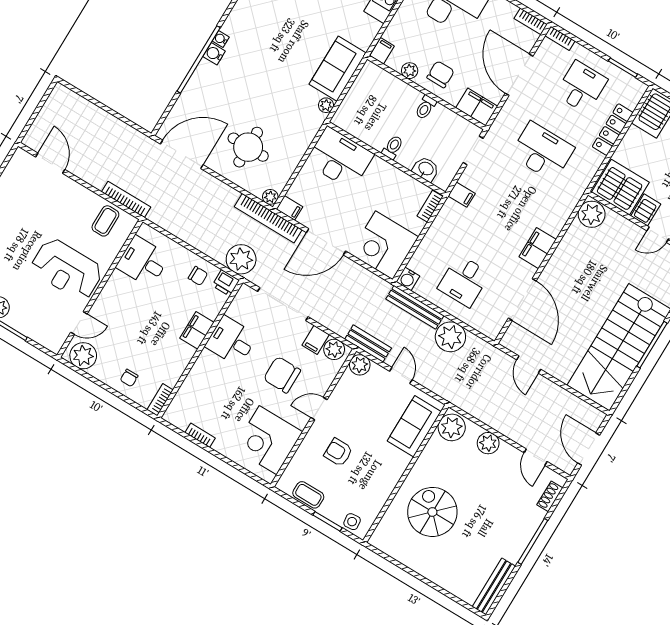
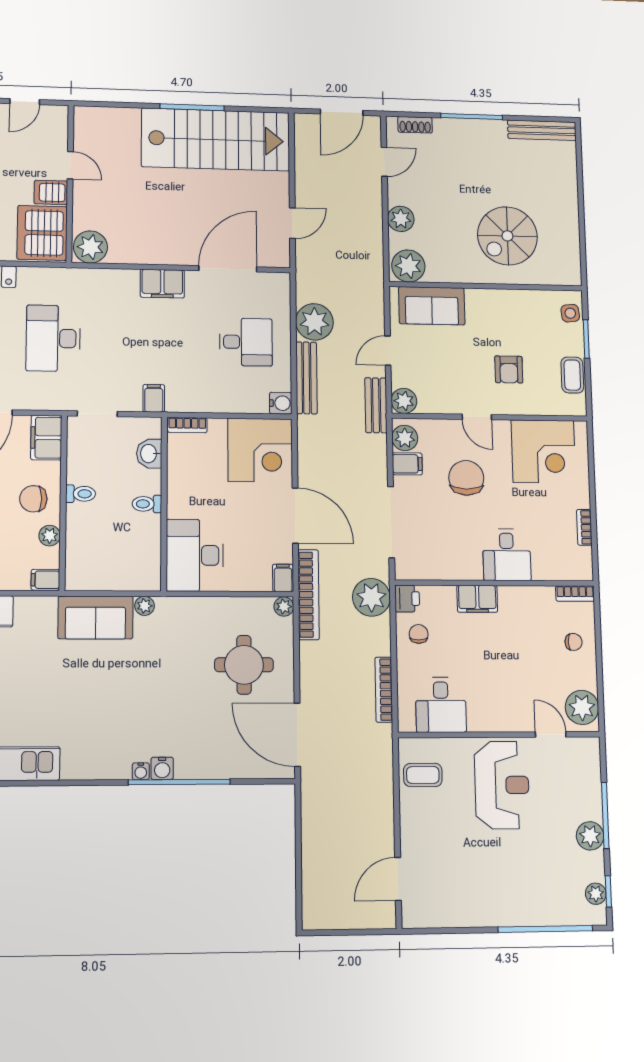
bookcase: (126, 199) -> (384, 690), moved
desk: (231, 341) -> (507, 555), moved
chair: (282, 375) -> (466, 478), turned 180

